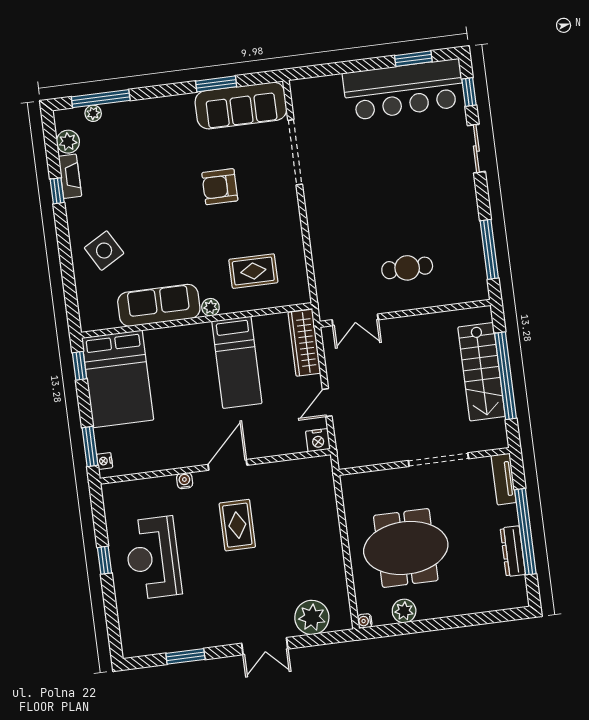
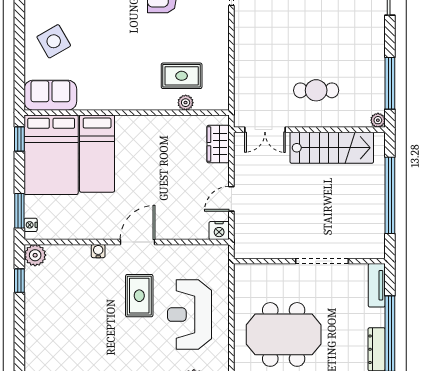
plant: (481, 293) -> (378, 120), added
sofa: (159, 305) -> (50, 95), moved, width x0.73
plant: (210, 307) -> (186, 103), moved
wardrobe: (304, 343) -> (218, 144), width x0.67
bed: (237, 362) -> (97, 154), moved
stairs: (481, 372) -> (332, 148), moved, turned -90
plant: (114, 494) -> (35, 255), added
reception desk: (153, 558) -> (190, 315), moved
window: (105, 560) -> (19, 281), moved

